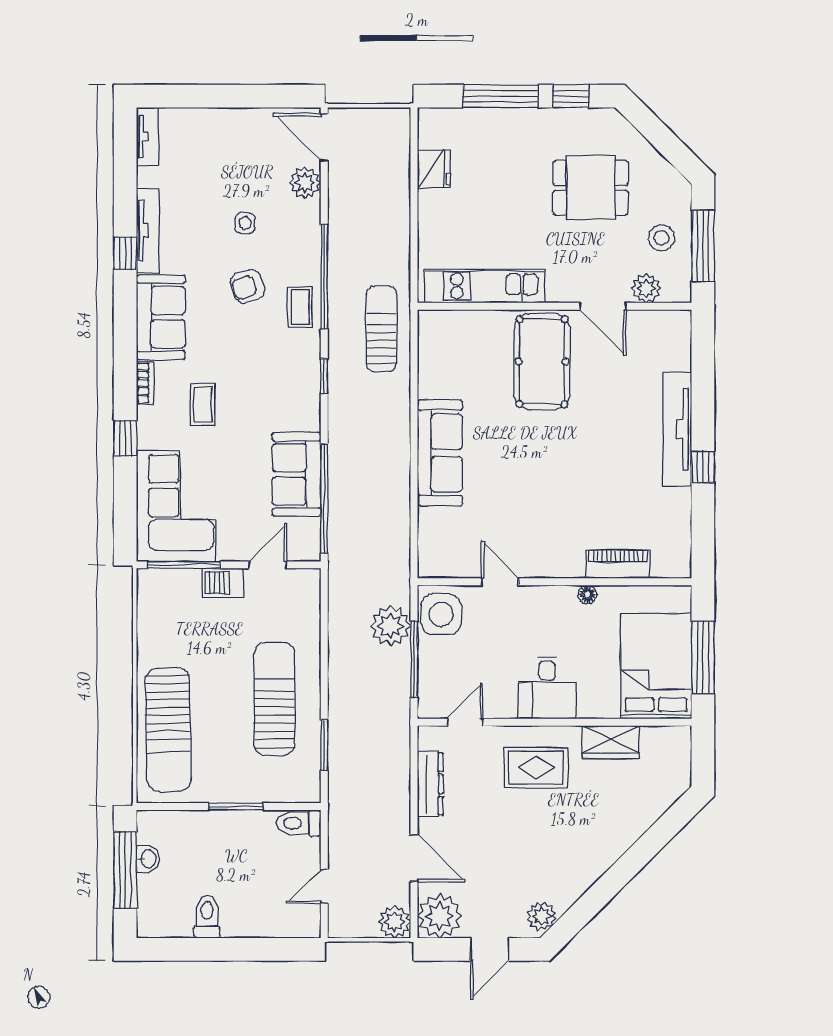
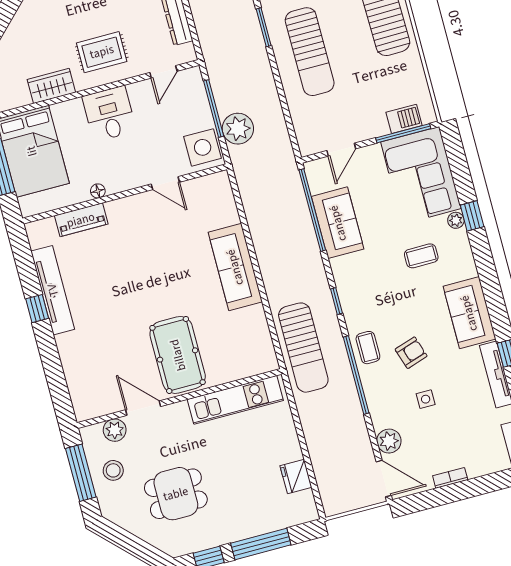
sun lounger: (381, 329) -> (303, 348), width x1.36, depth x1.34
bookcase: (145, 383) -> (450, 478), moved, turned 90
coffee table: (203, 405) -> (421, 256), turned 90
tv unit: (677, 429) -> (53, 290), moved
plant: (147, 438) -> (456, 220), added
barbecue: (223, 583) -> (404, 119), moved

